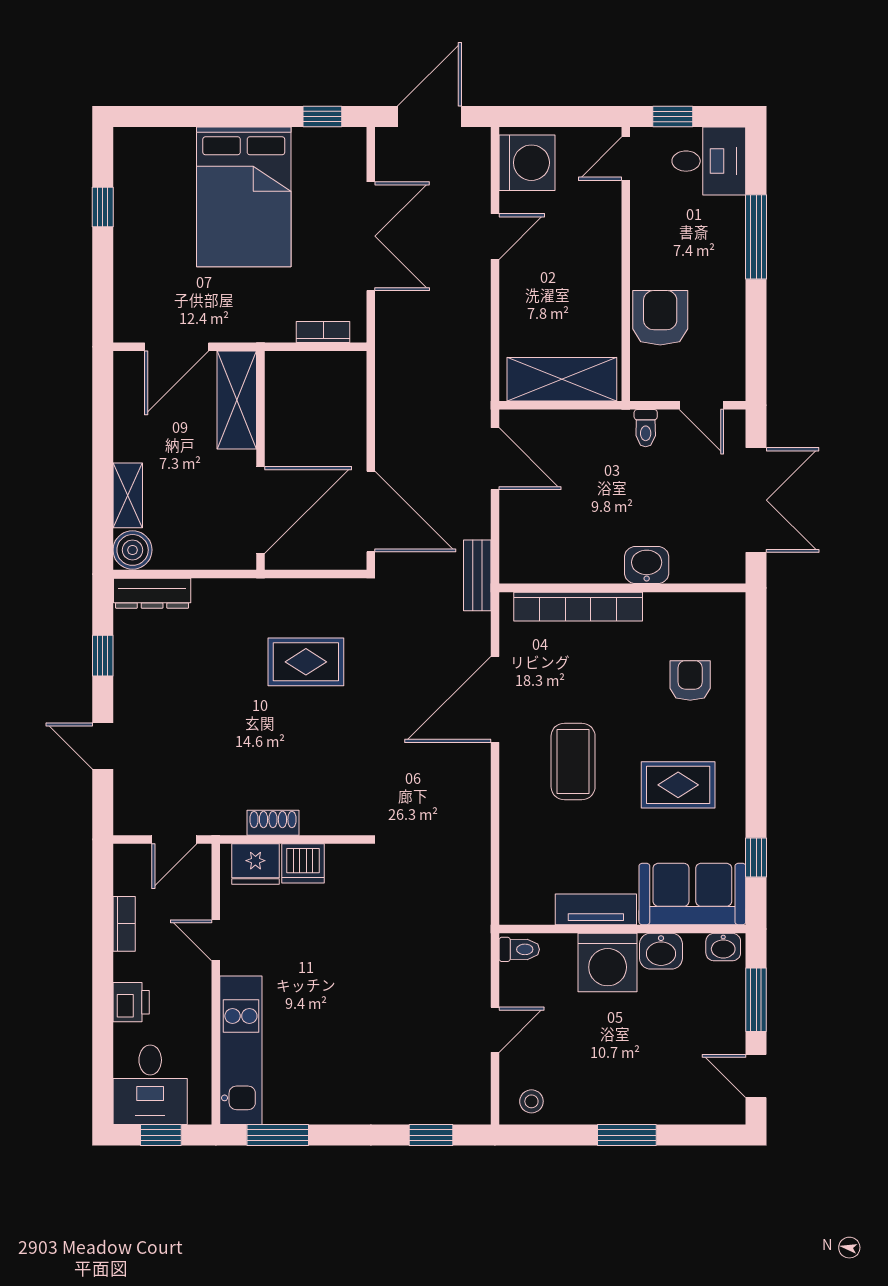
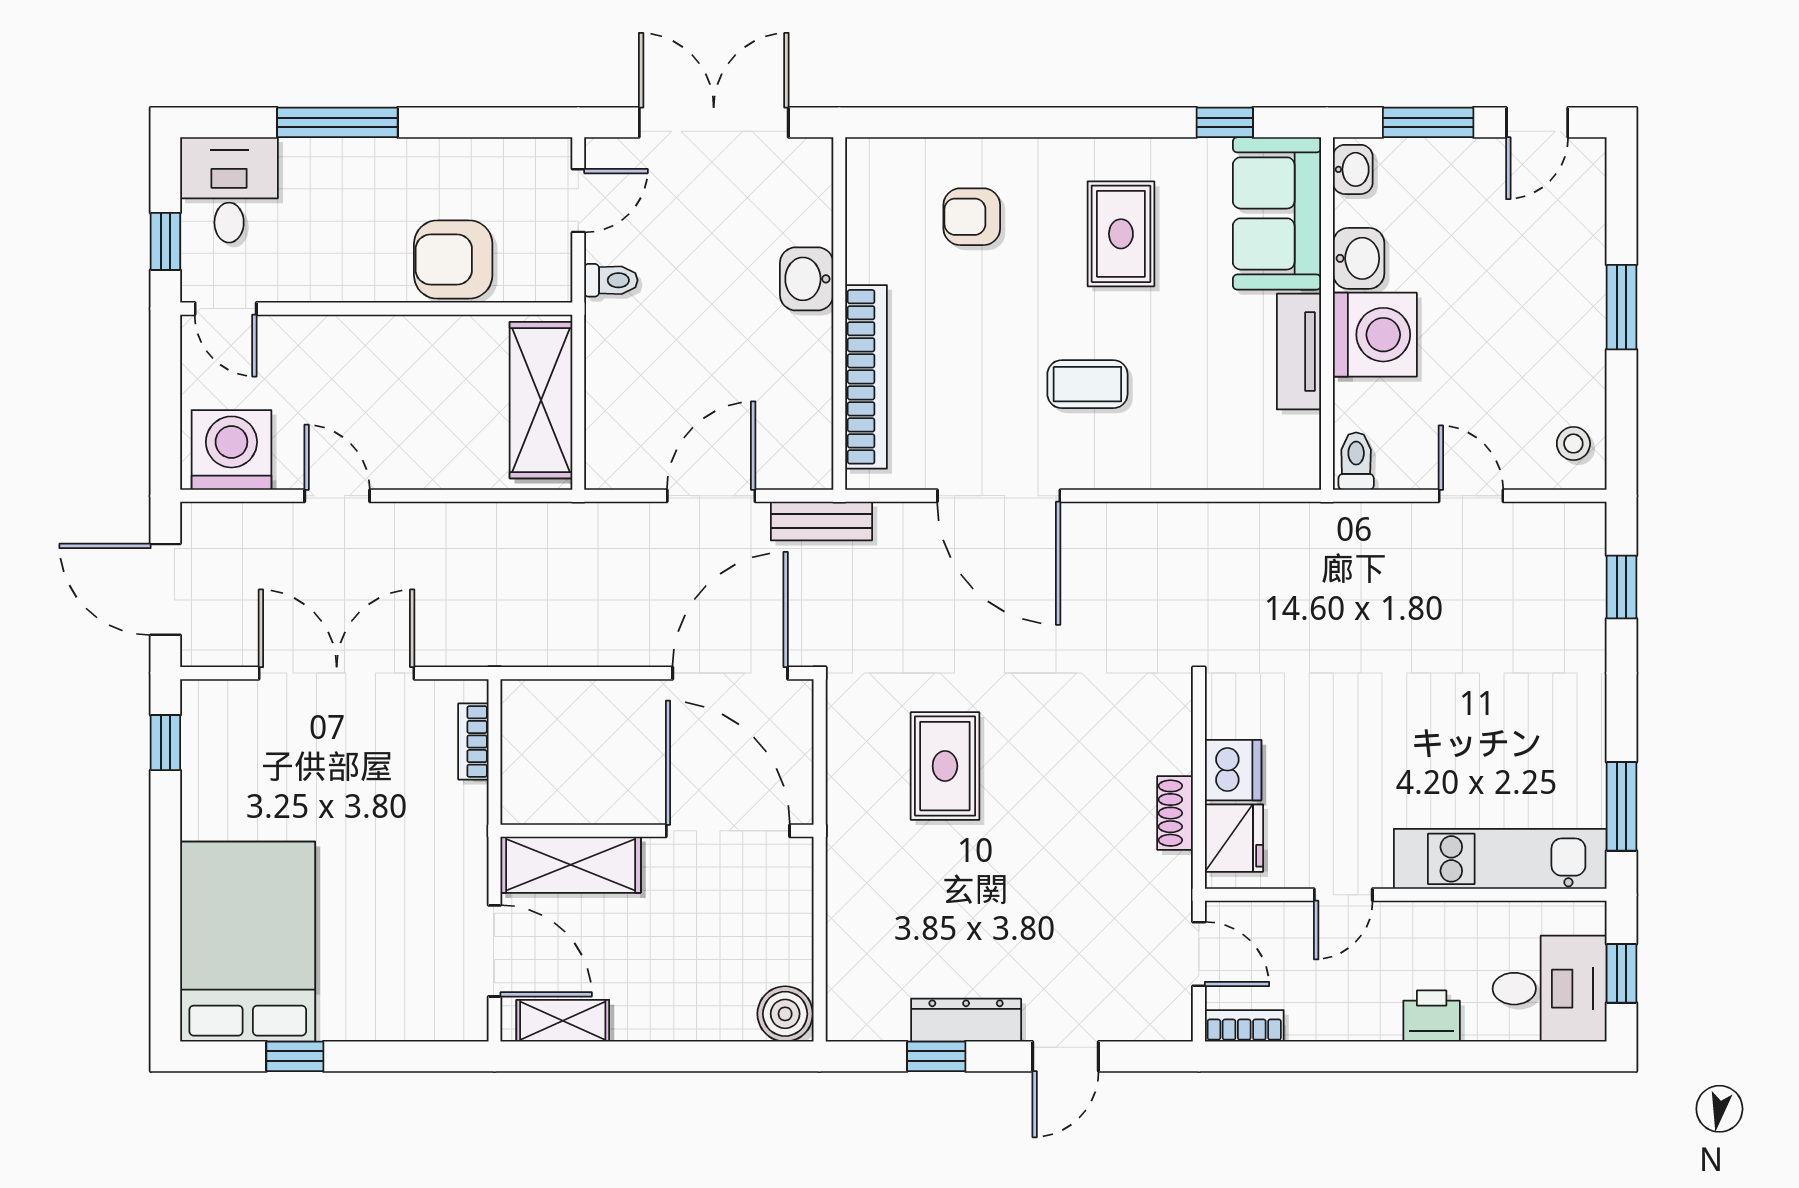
bed: (244, 197) -> (248, 942), moved, turned -90
door: (495, 459) -> (711, 496), moved
shelving: (128, 495) -> (563, 1021), moved
dresser: (152, 593) -> (966, 1020), moved, turned -90
coffee table: (573, 761) -> (1087, 384), width x0.73, depth x0.77
bookcase: (124, 924) -> (1244, 1026), moved

